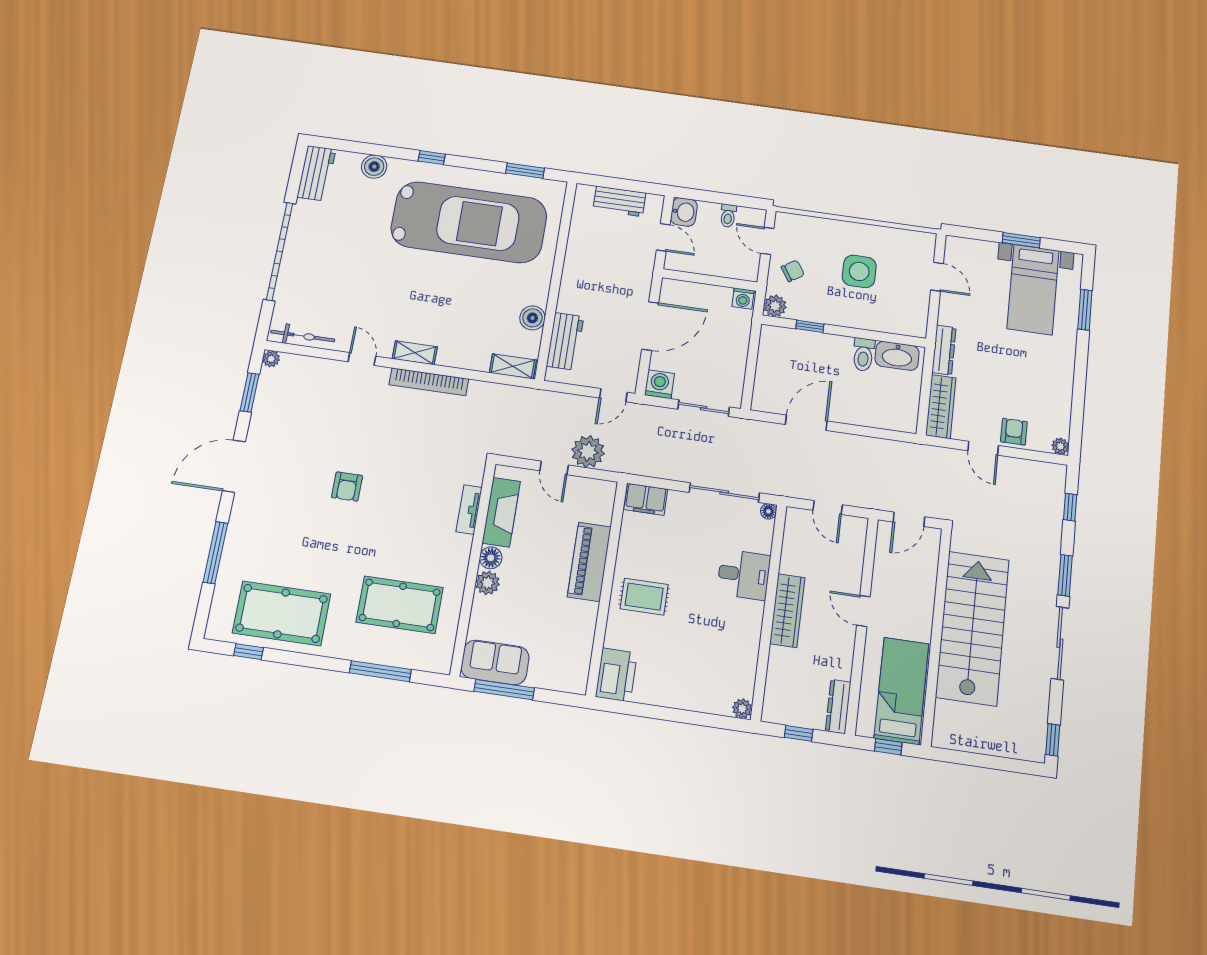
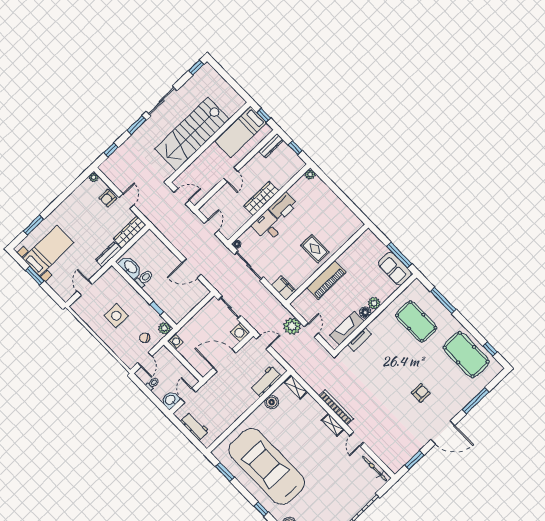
plant: (271, 359) -> (395, 468), removed
armchair: (347, 487) -> (421, 393), moved
printer: (616, 675) -> (283, 206), moved, turned 180

